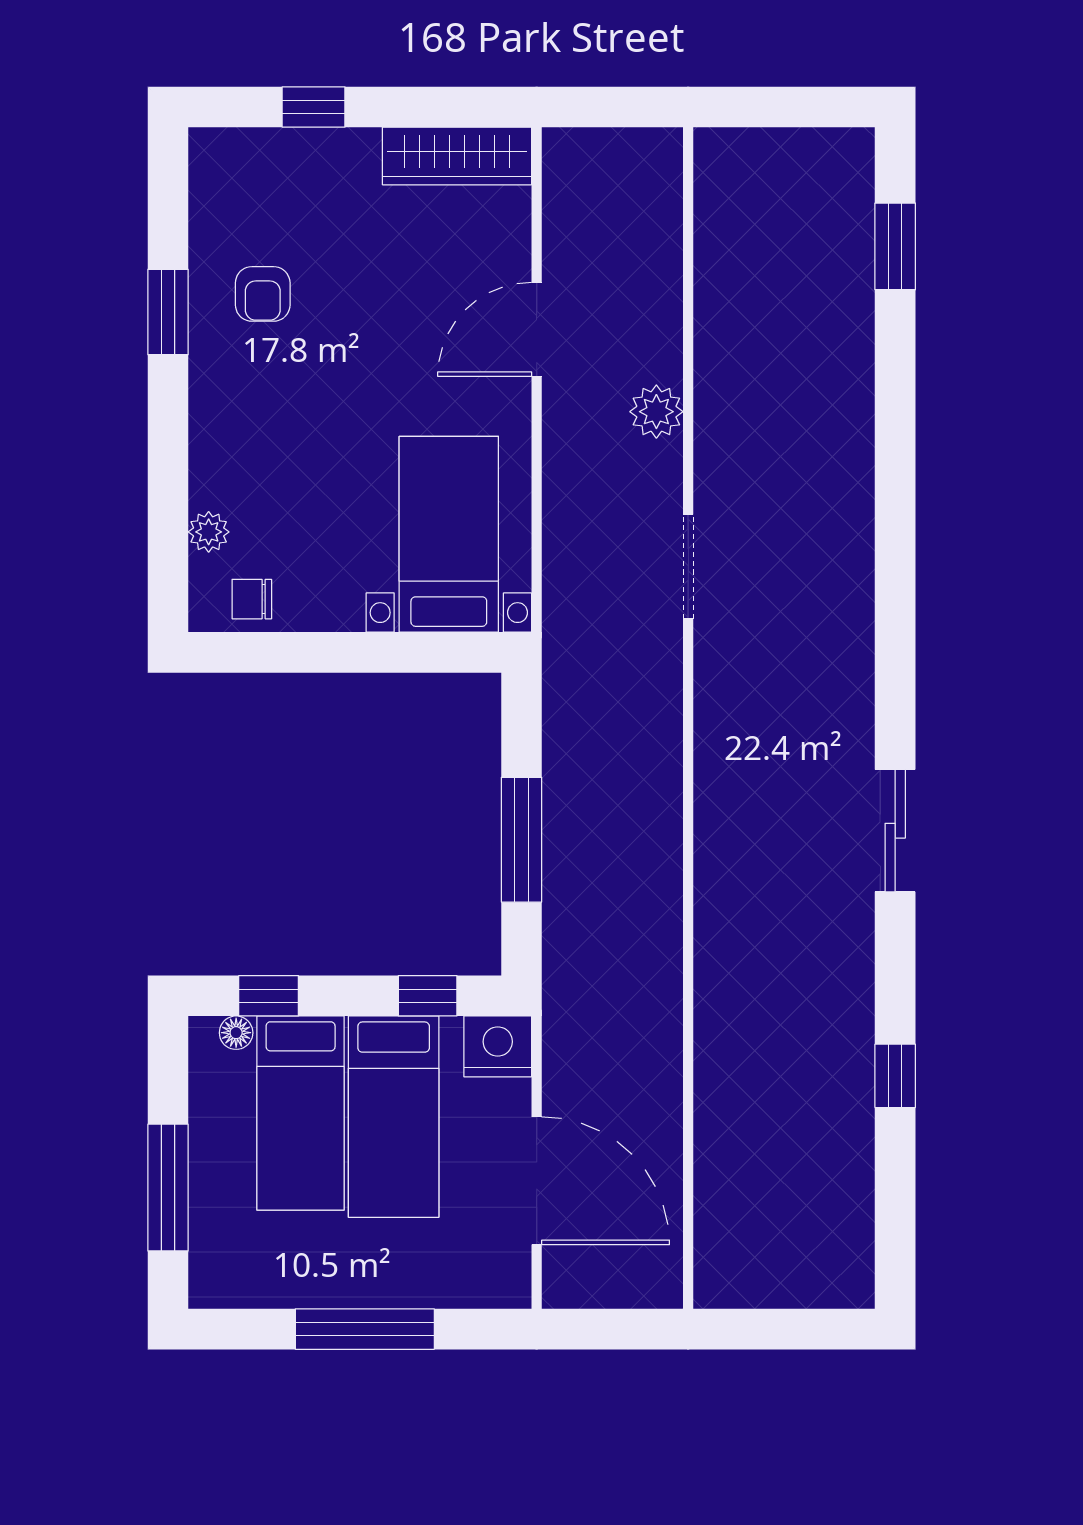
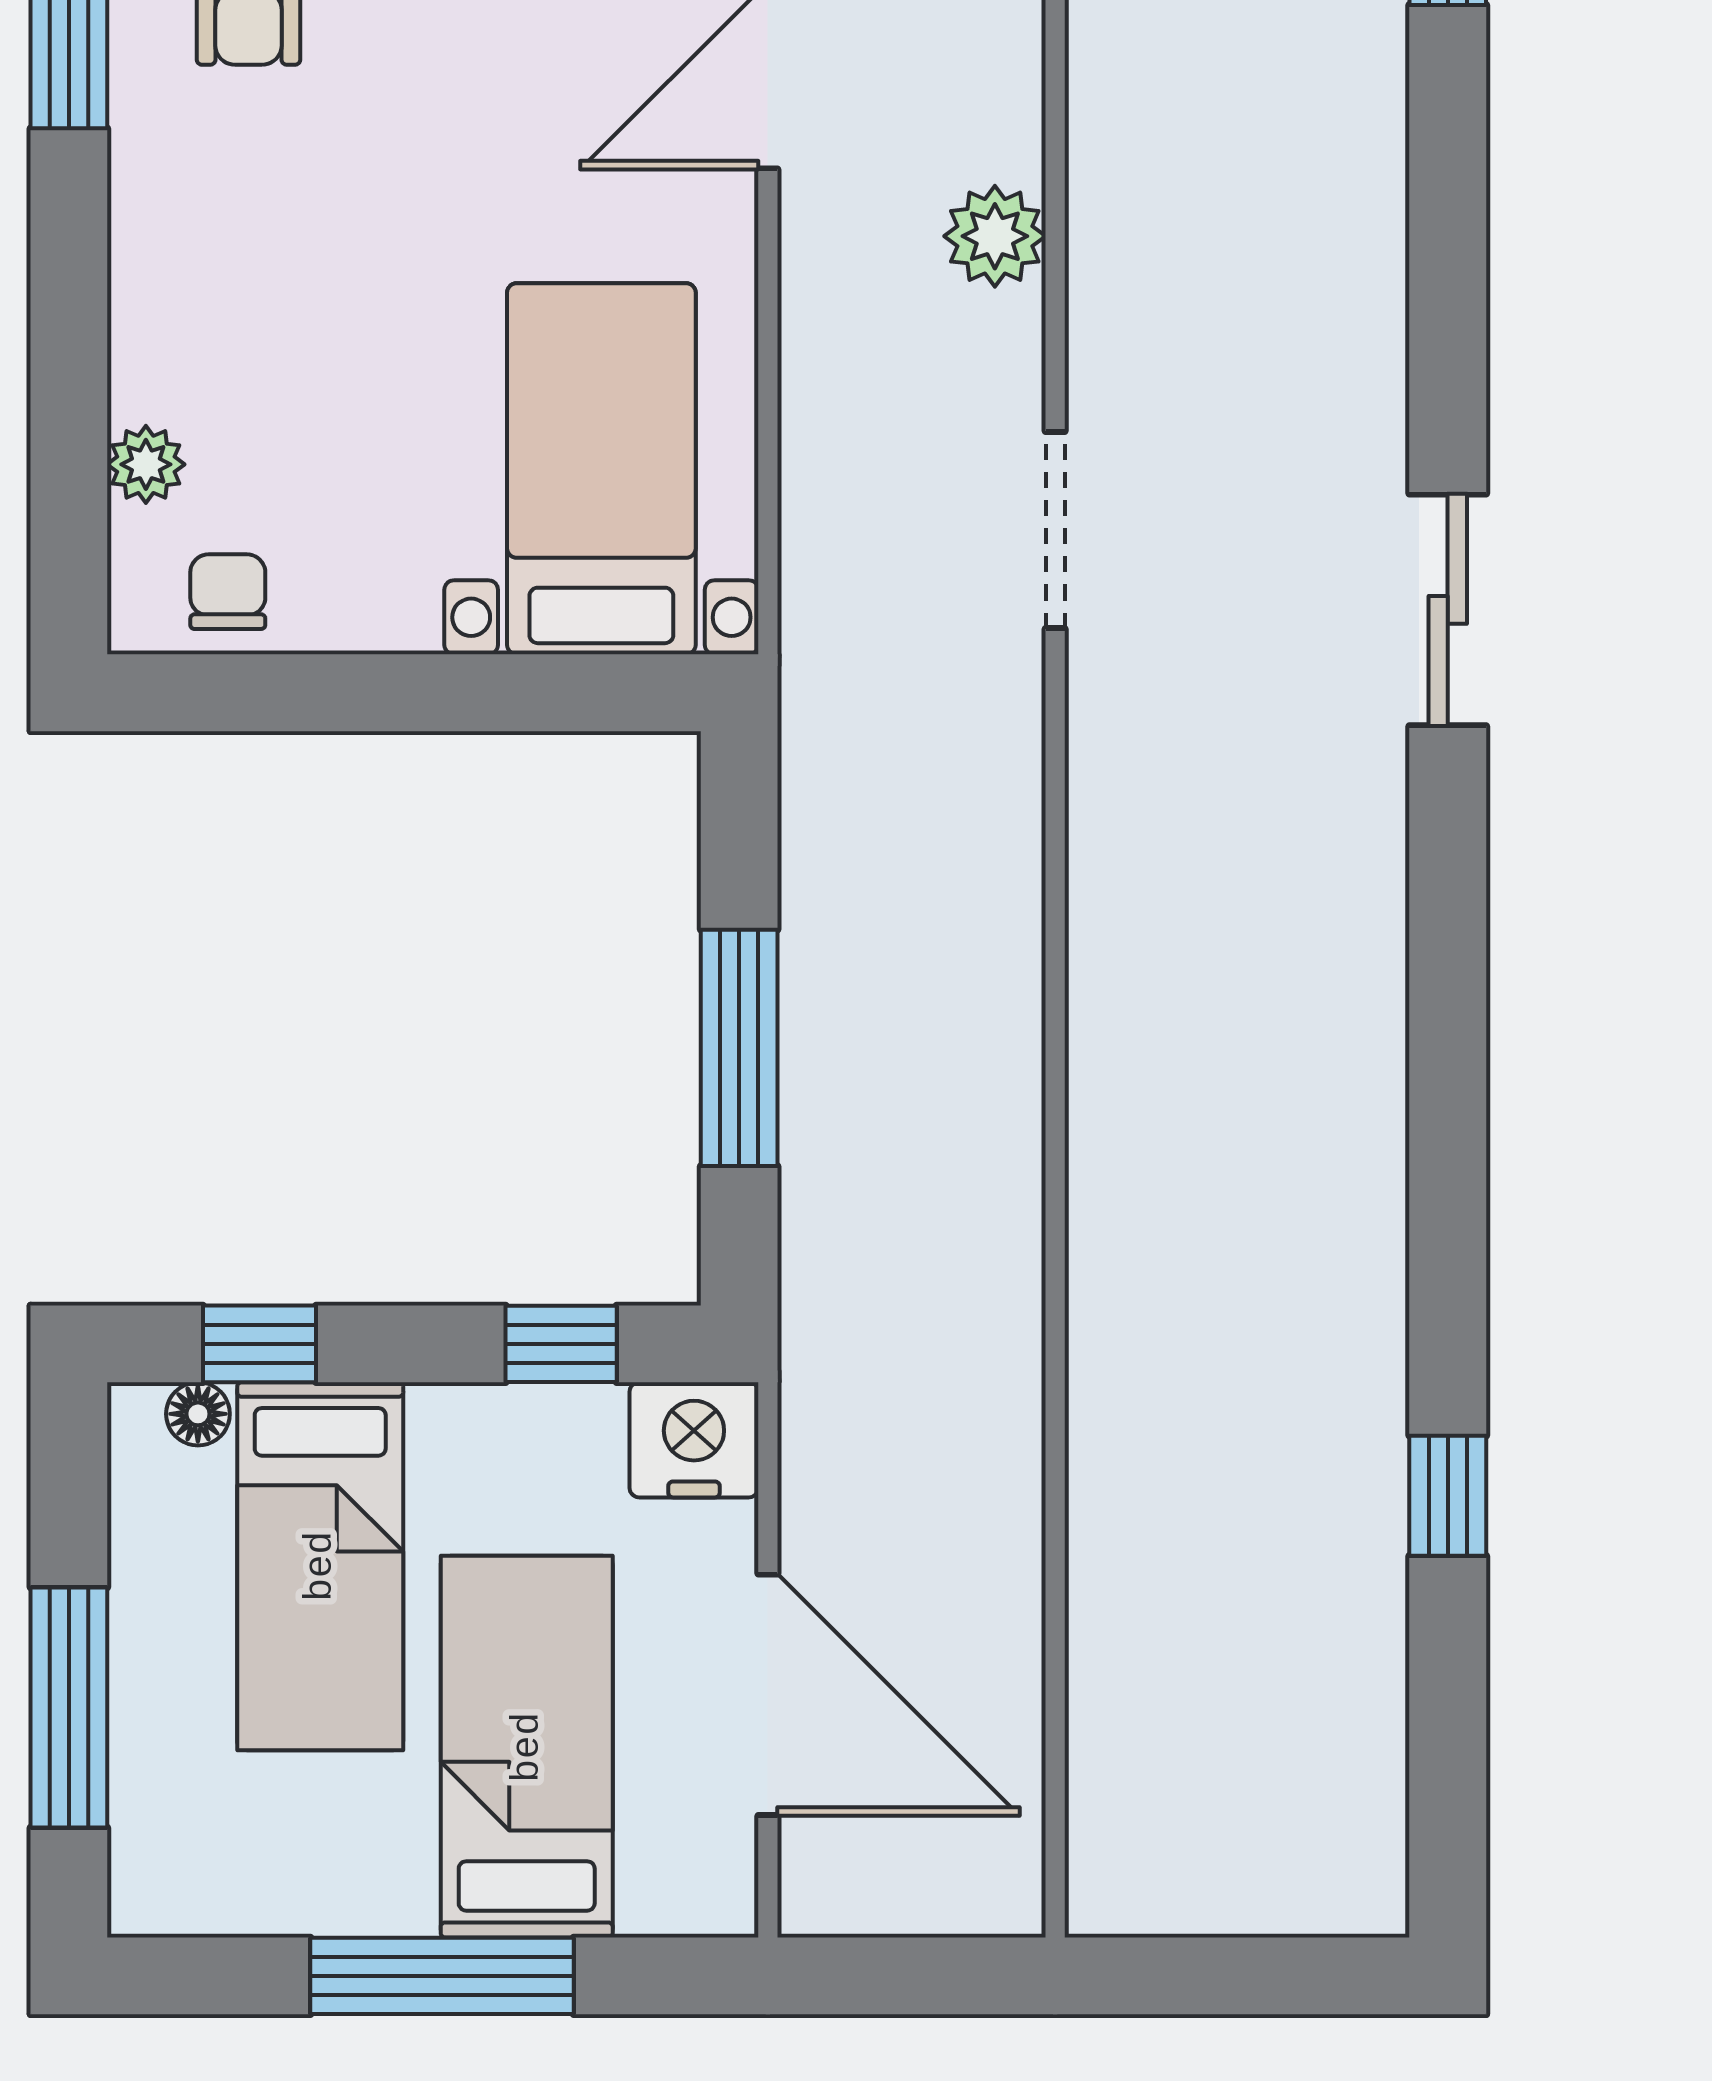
chair: (252, 599) -> (228, 592), turned 90
sliding door: (895, 831) -> (1448, 610), moved
bed: (394, 1117) -> (527, 1747), moved, turned 180

